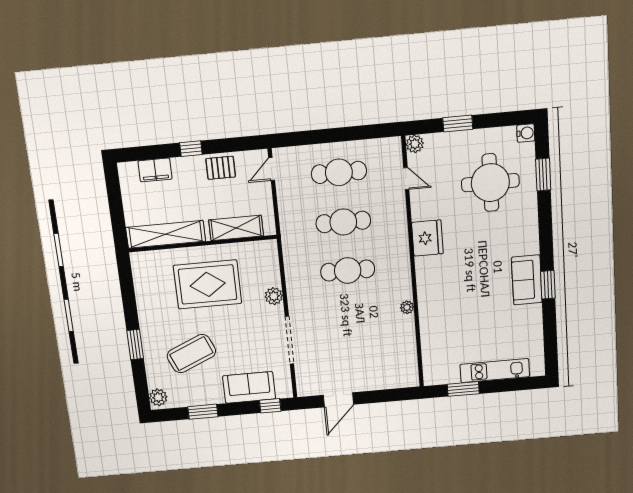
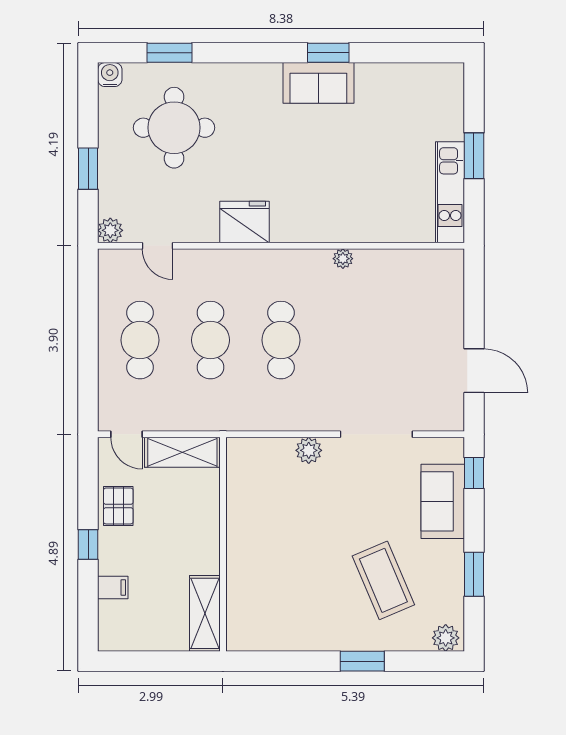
filing cabinet: (155, 170) -> (113, 588), width x0.50
door: (406, 179) -> (157, 246), swing flipped
shelving: (236, 228) -> (182, 452), moved, turned 90
shelving: (166, 234) -> (205, 613), width x0.68
rug: (208, 284) -> (283, 544), removed
kitchen unit: (495, 371) -> (450, 192), moved
window: (463, 389) -> (474, 156), moved

